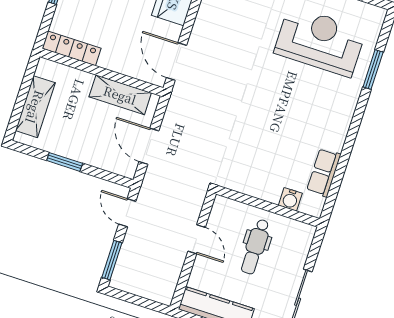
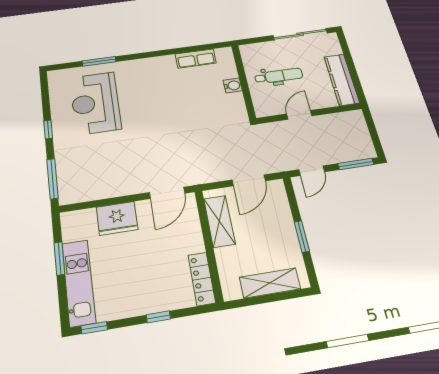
water cooler: (290, 199) -> (233, 86), moved

